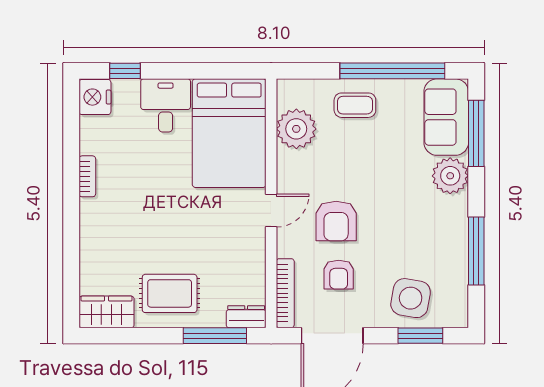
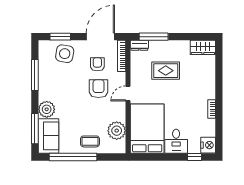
rug: (170, 293) -> (166, 71), moved

